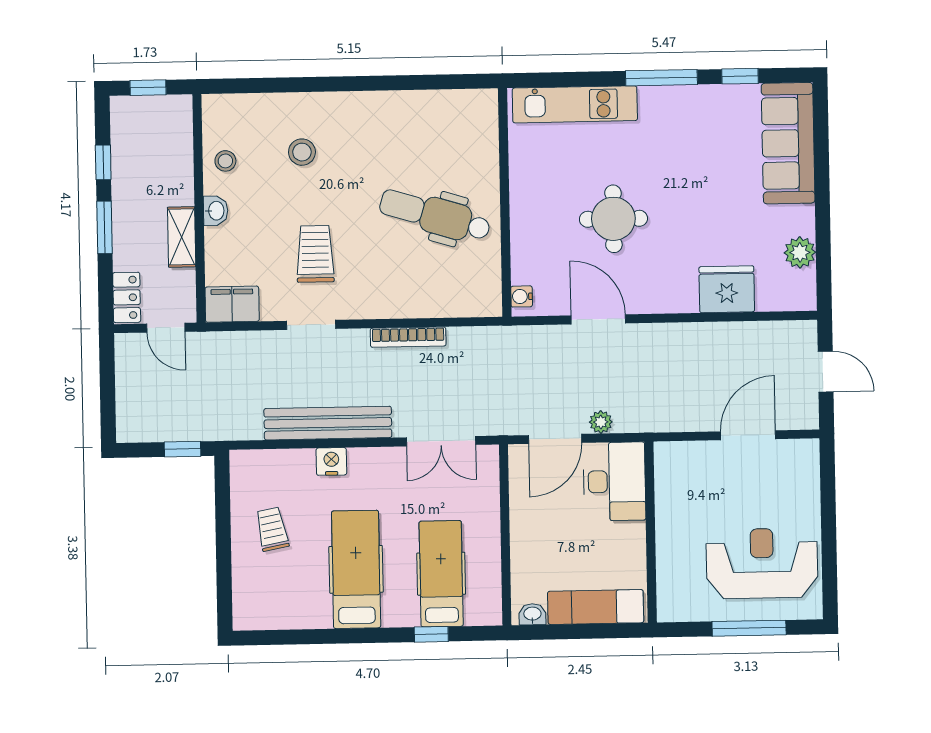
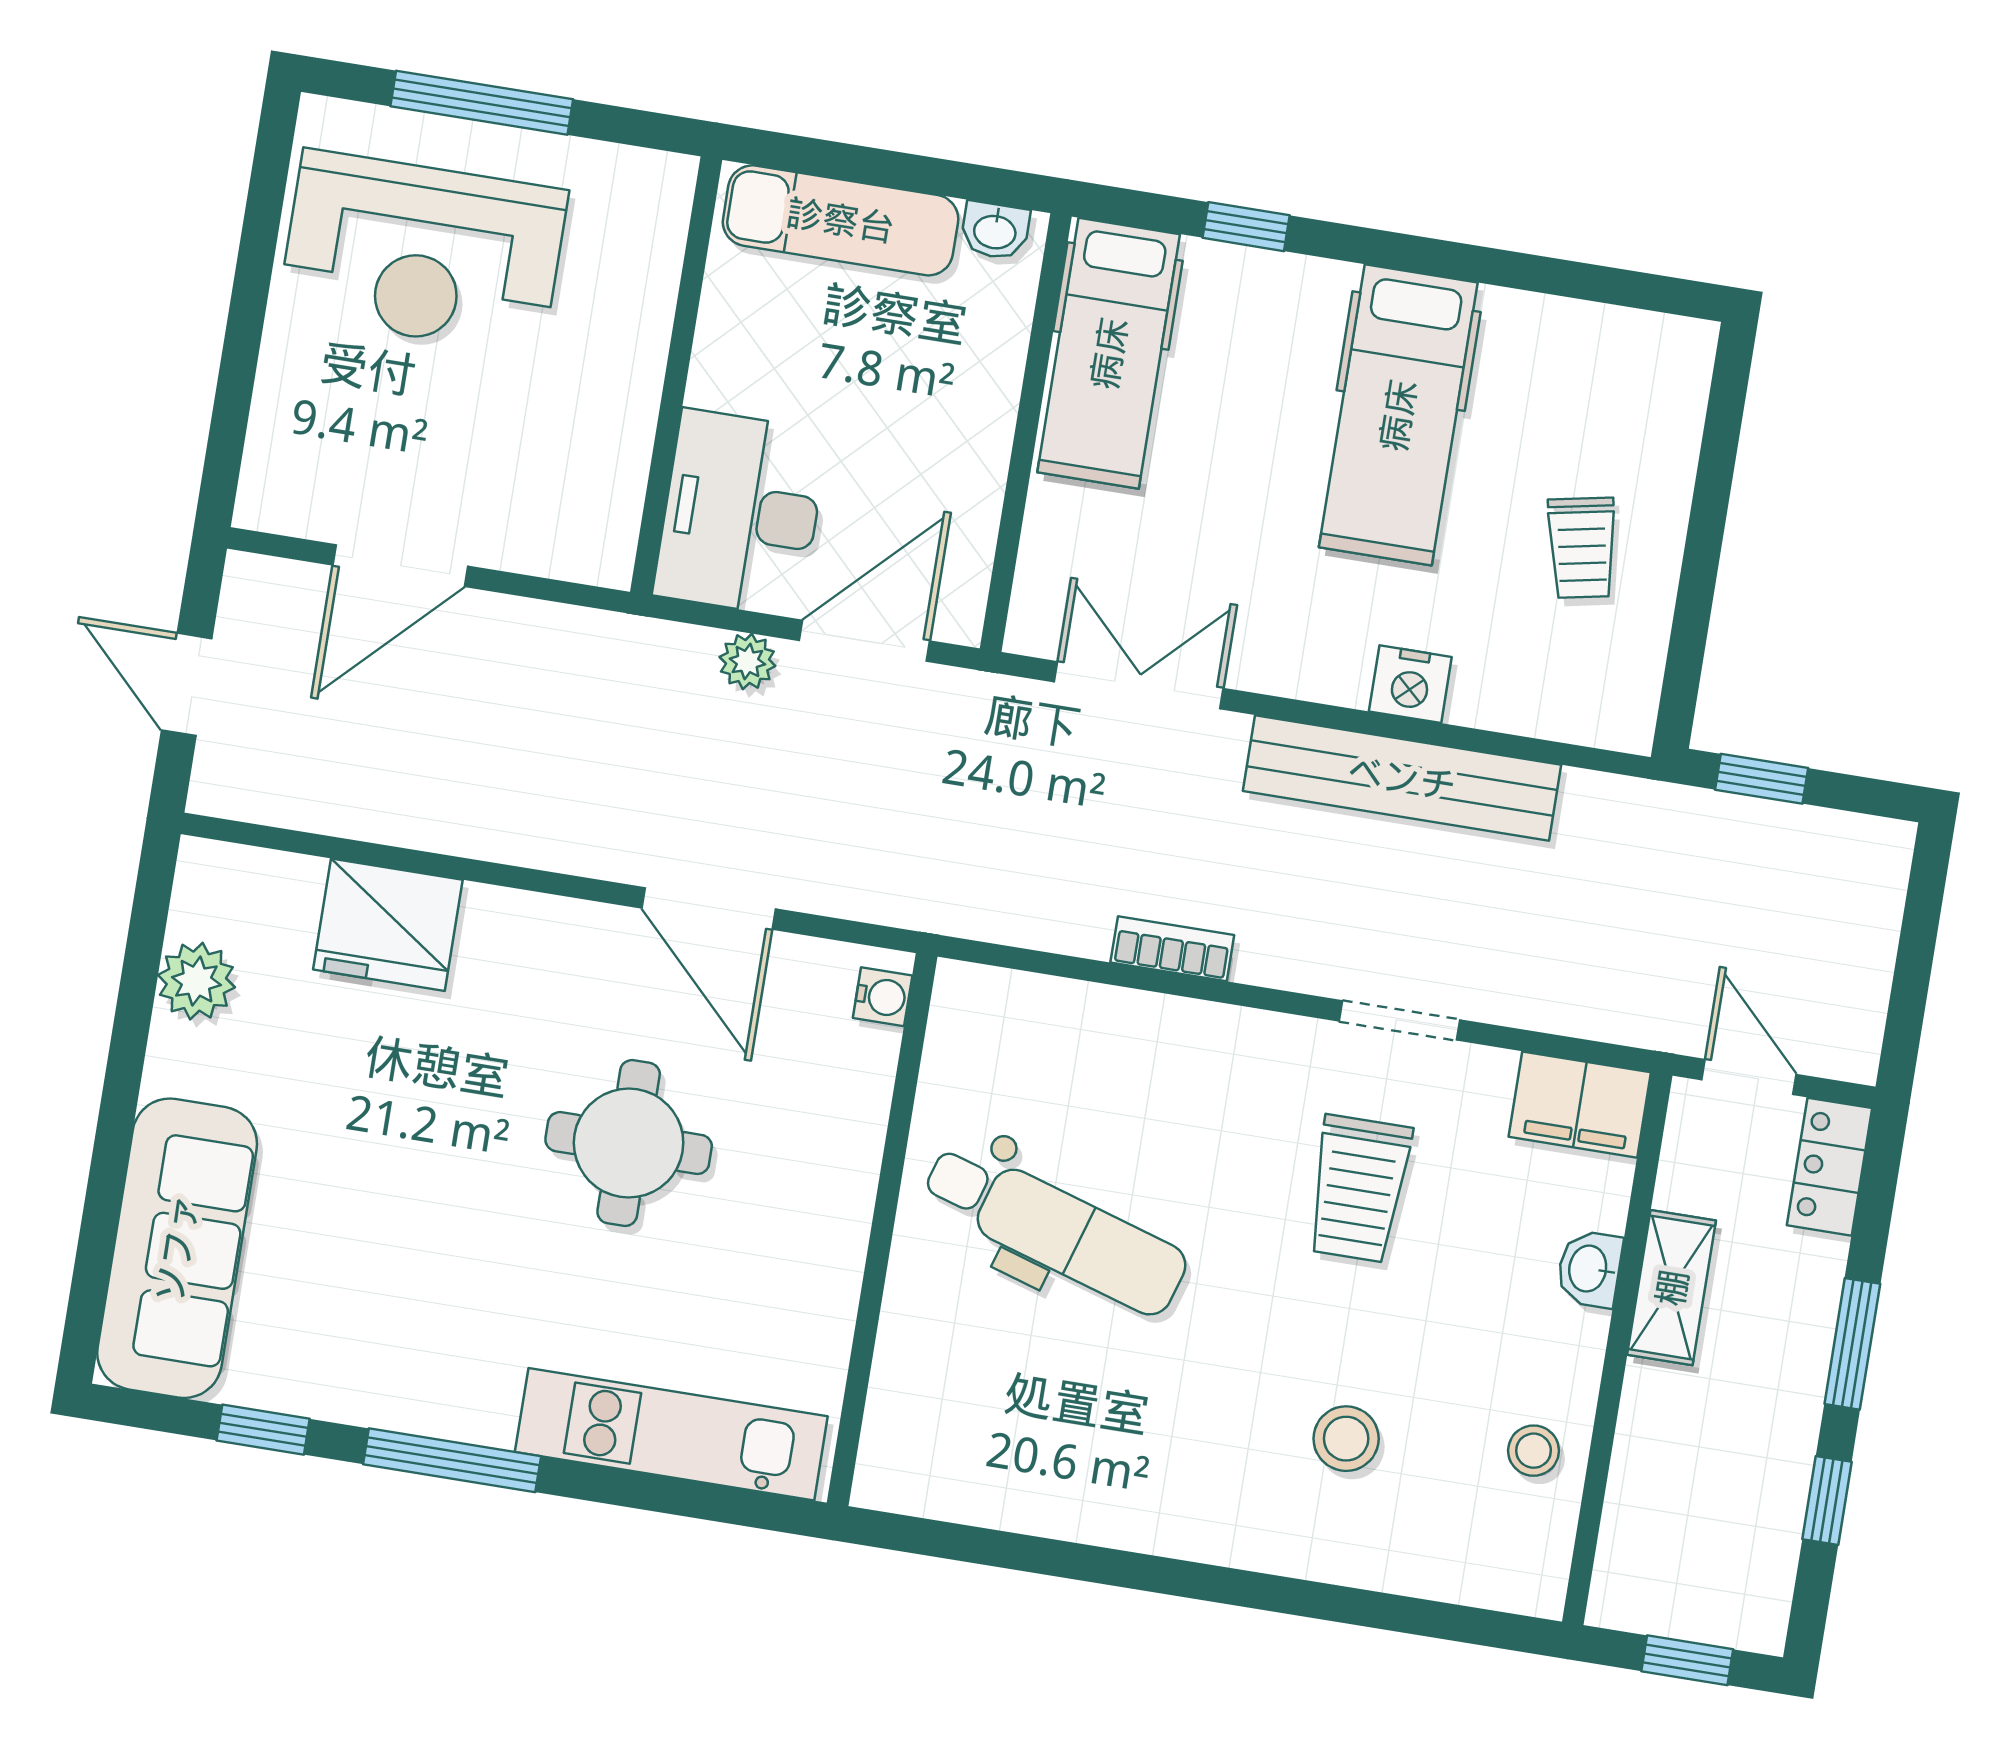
washbasin: (216, 211) -> (1589, 1269), moved
bookcase: (408, 337) -> (1172, 949), width x0.64
hospital bed: (441, 574) -> (1109, 353), moved

